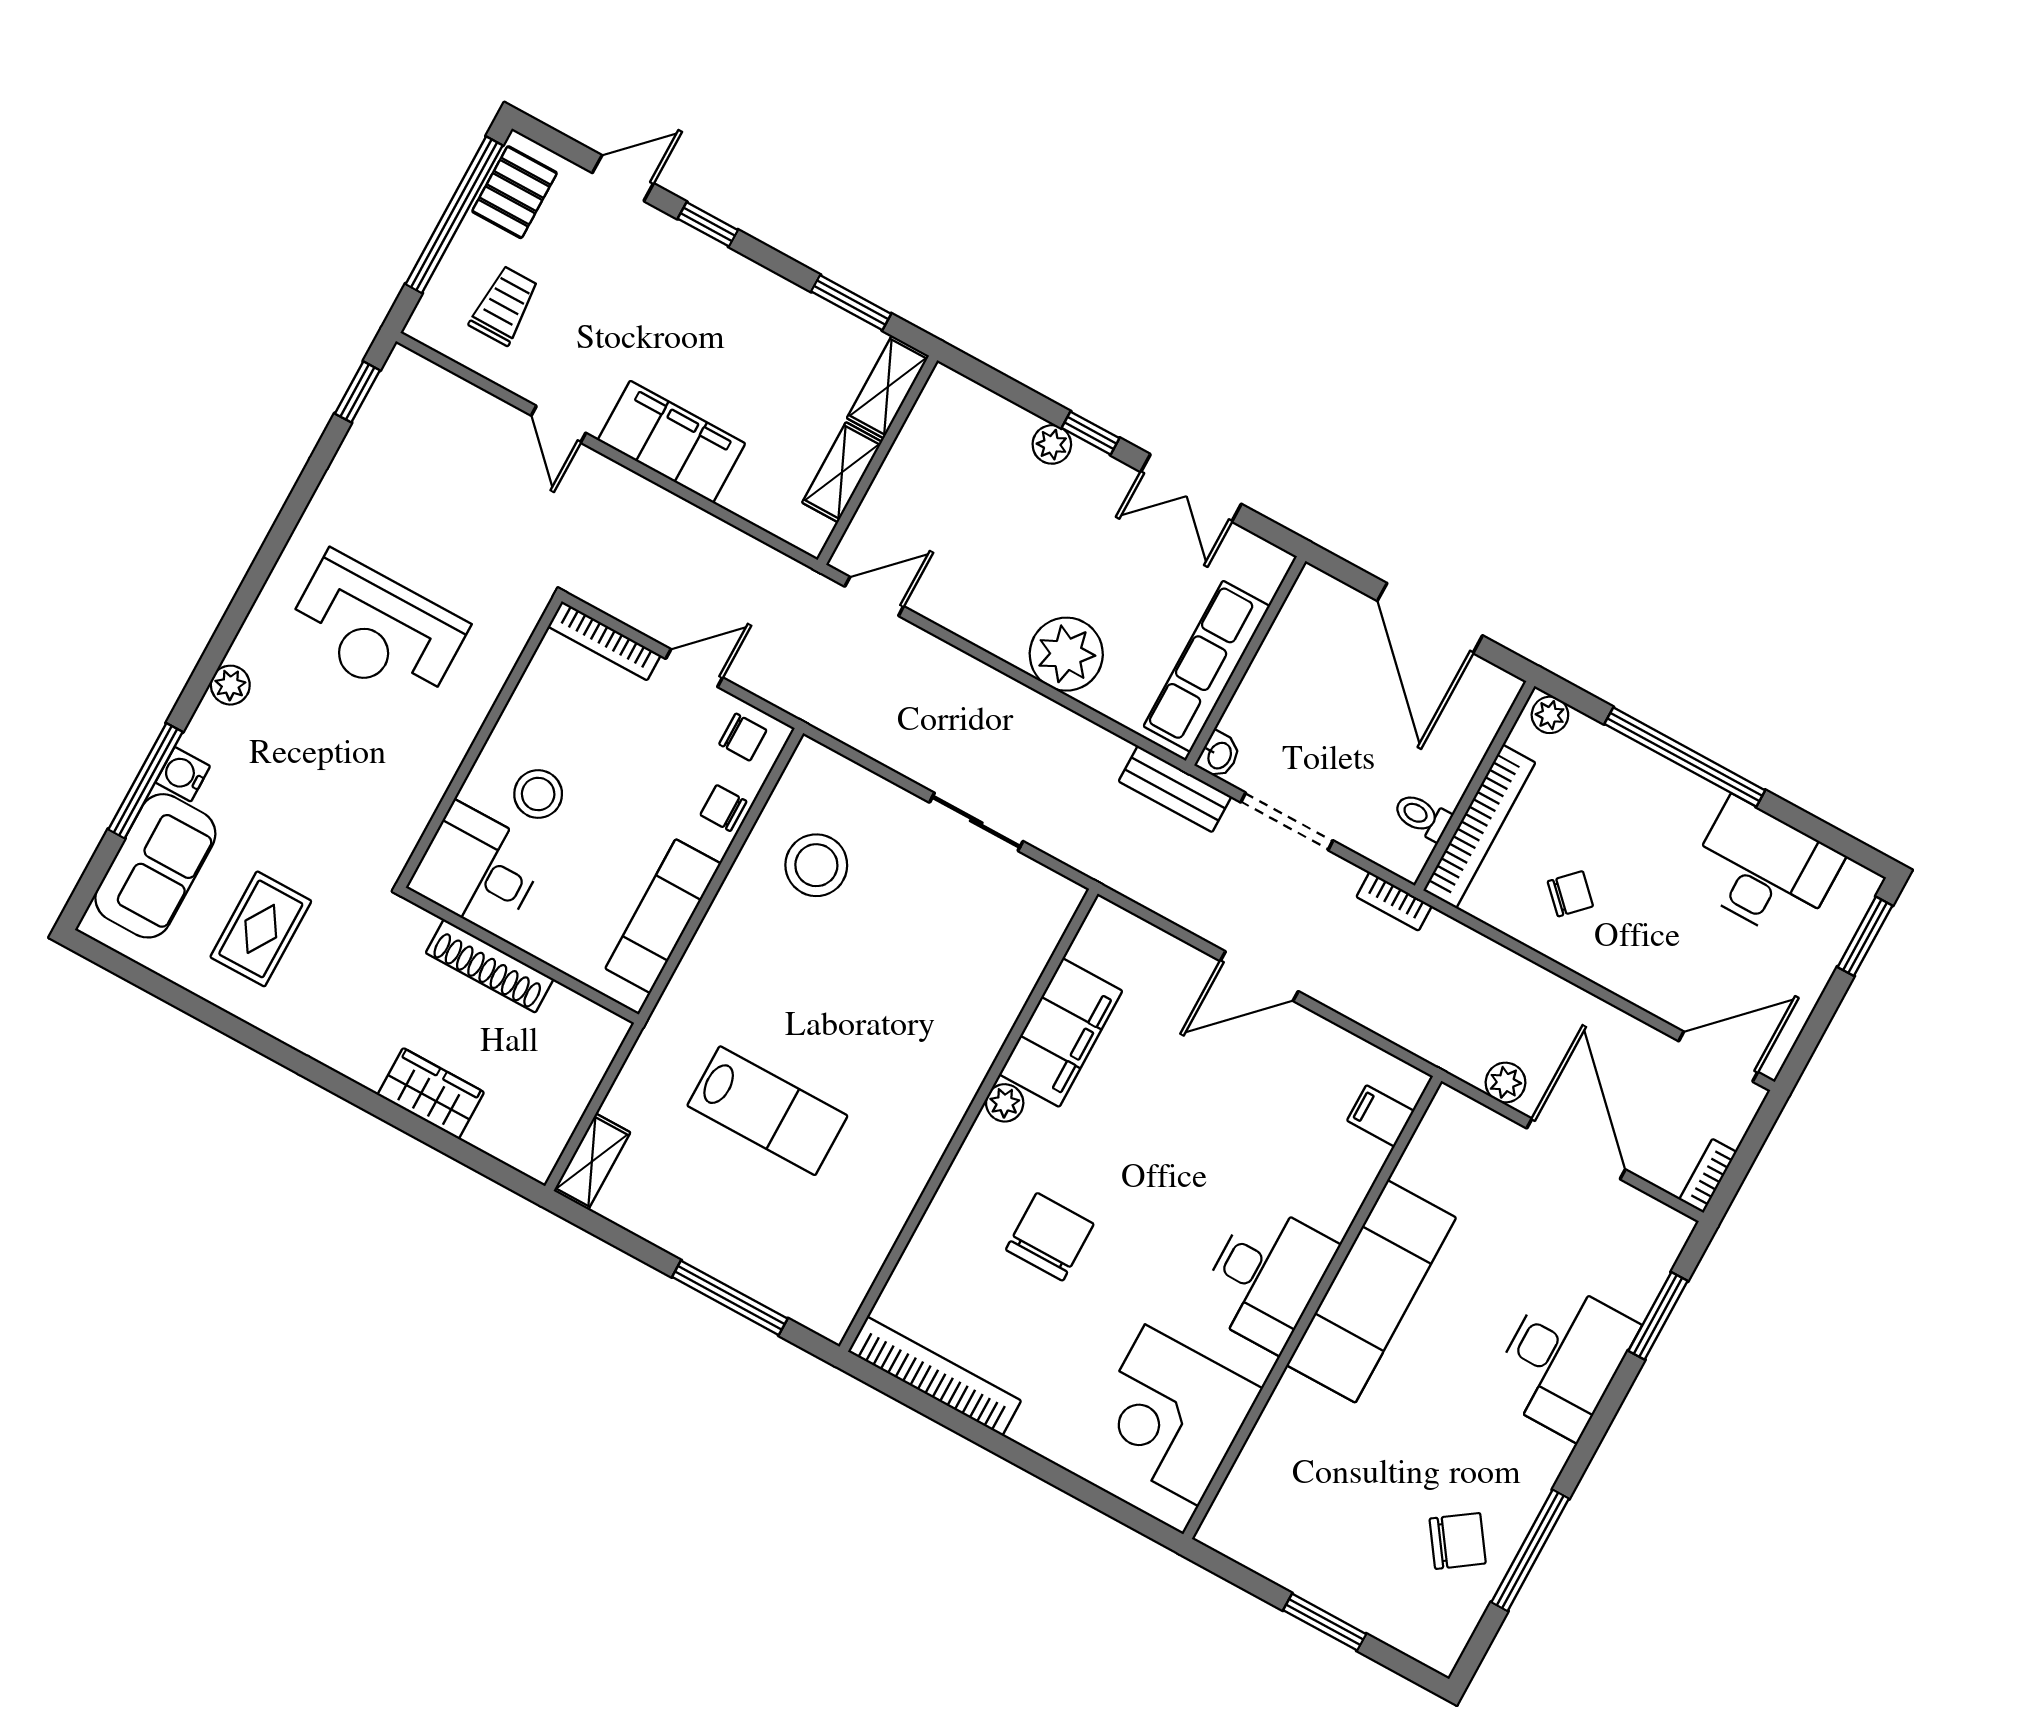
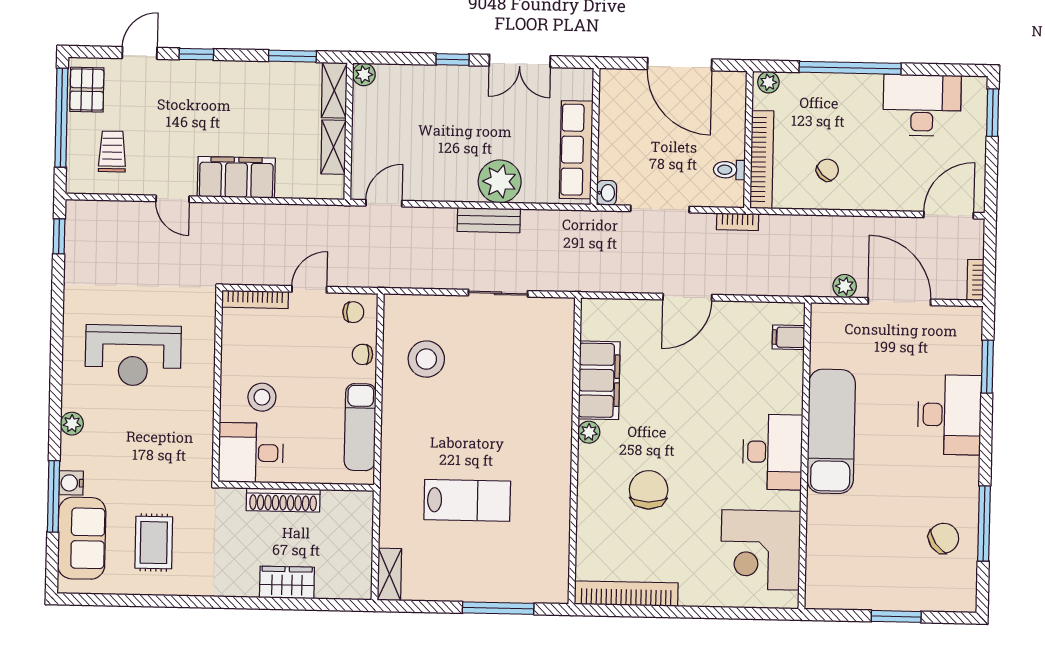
plant: (1052, 444) -> (364, 74), moved
bench: (1175, 789) -> (489, 220), moved

